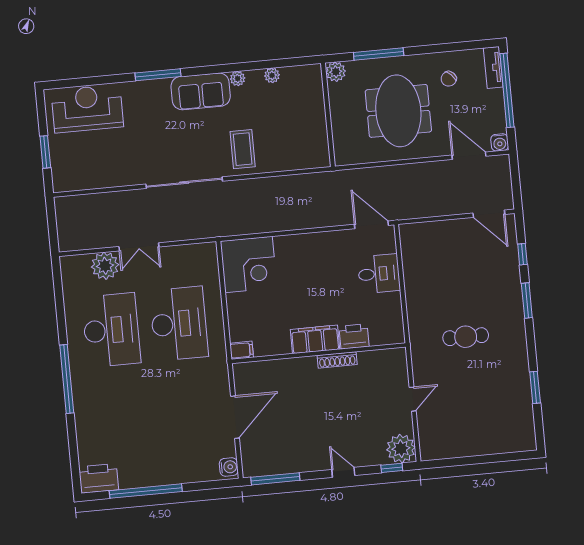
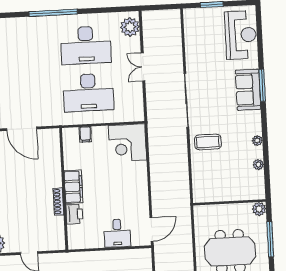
sofa: (201, 91) -> (248, 90), moved
plant: (105, 266) -> (130, 27), moved
filing cabinet: (242, 350) -> (85, 134), moved

